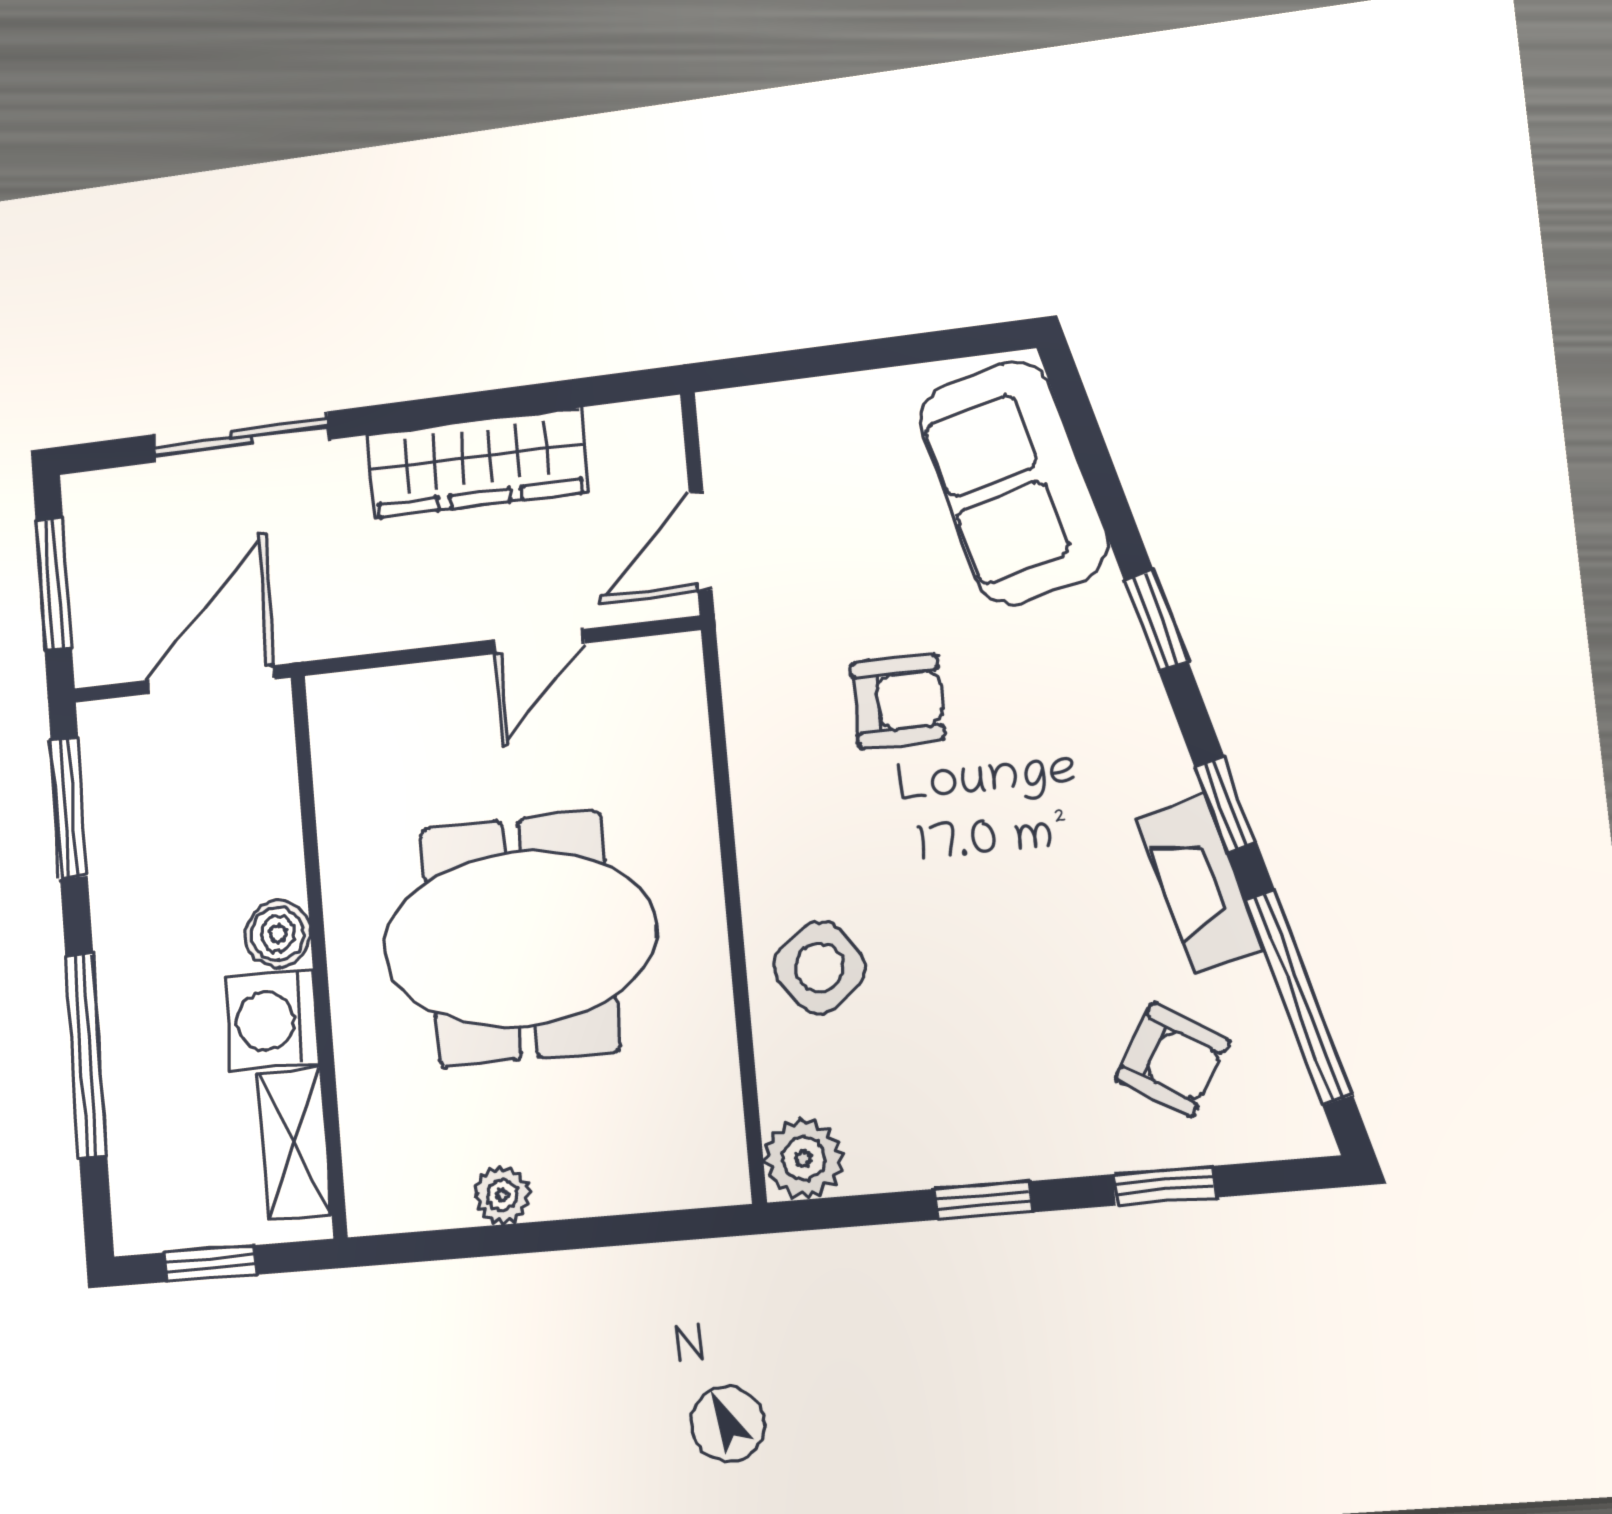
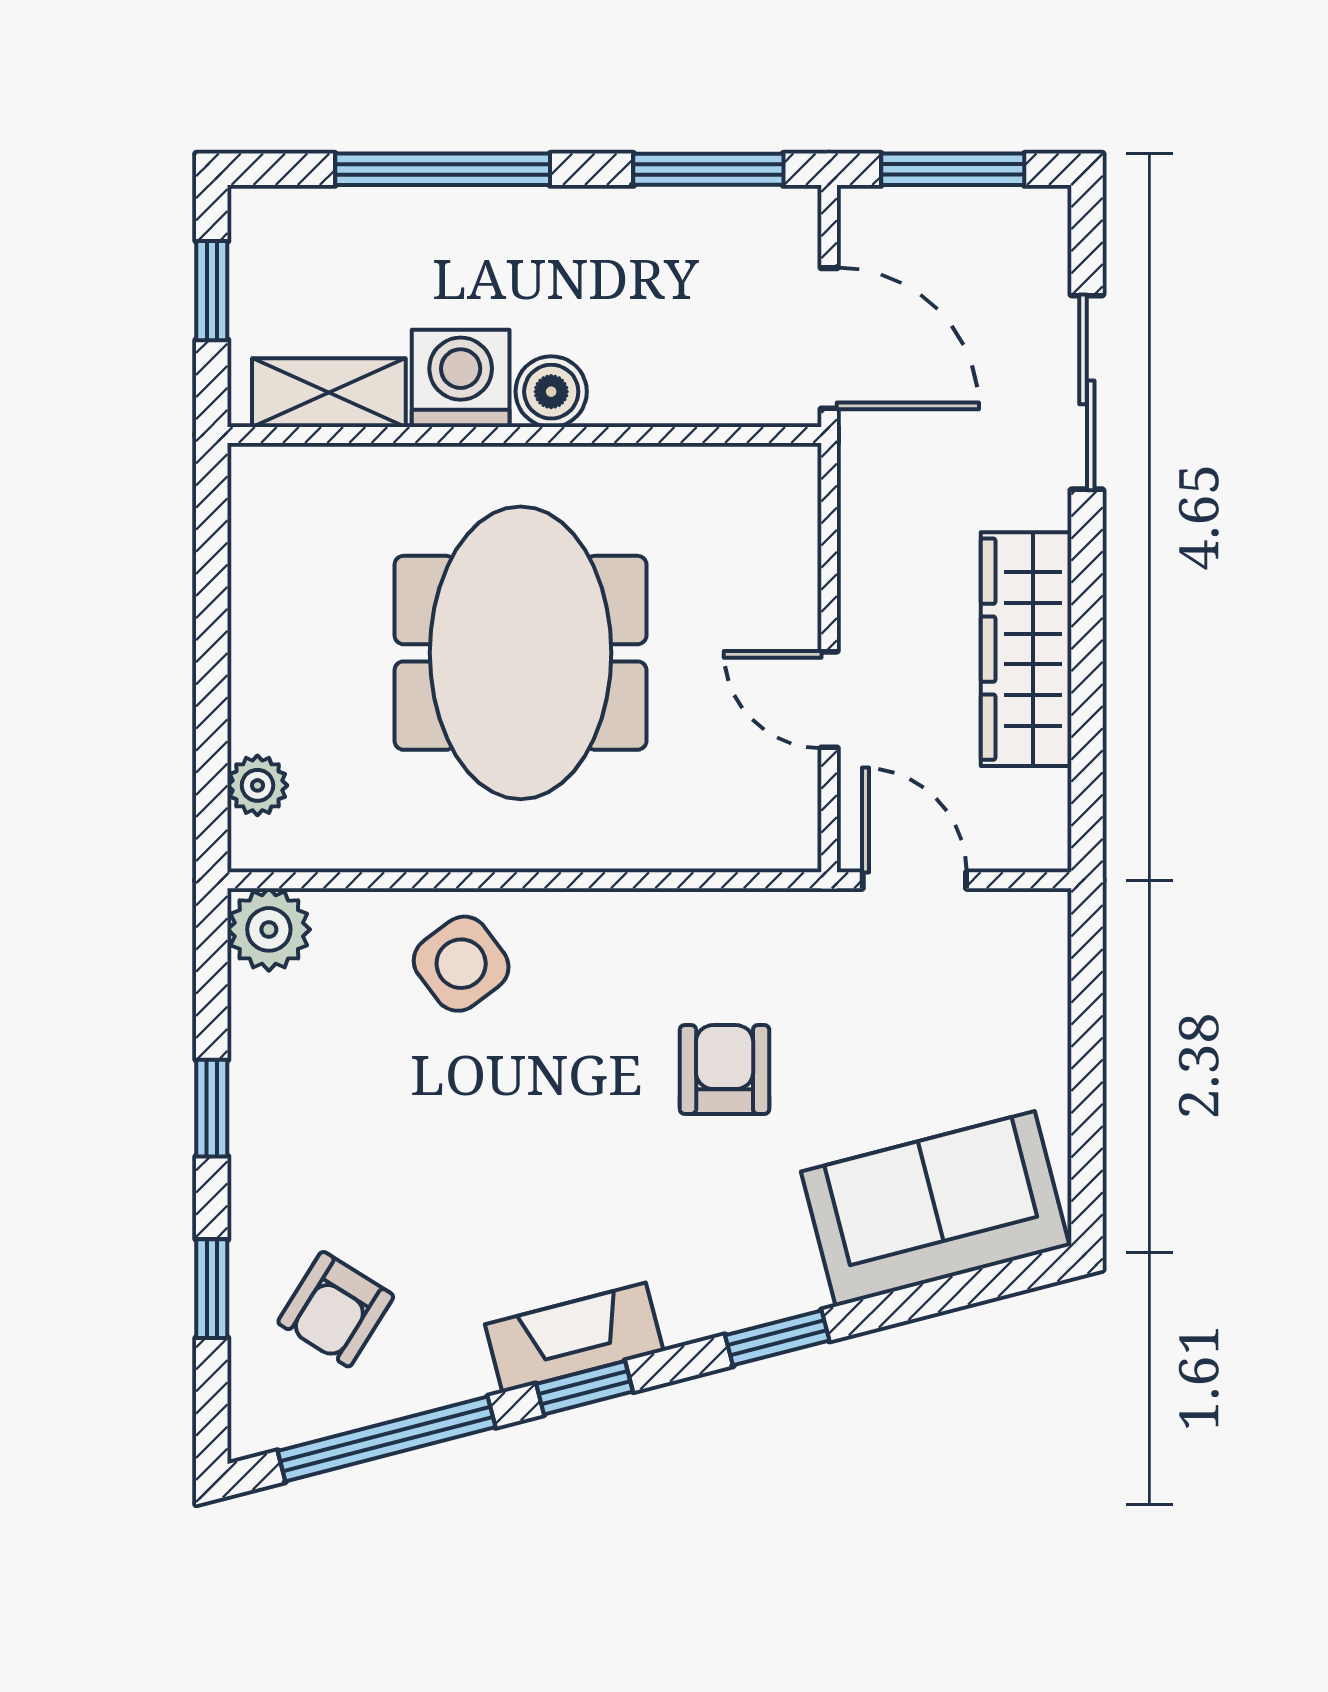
armchair: (898, 701) -> (725, 1069), turned 180
fireplace: (1200, 883) -> (574, 1338), moved
plant: (502, 1195) -> (257, 785), moved

